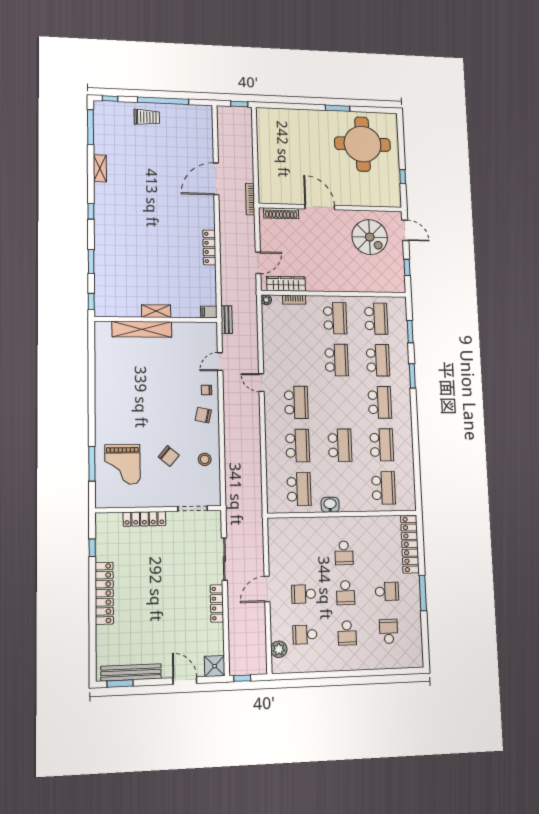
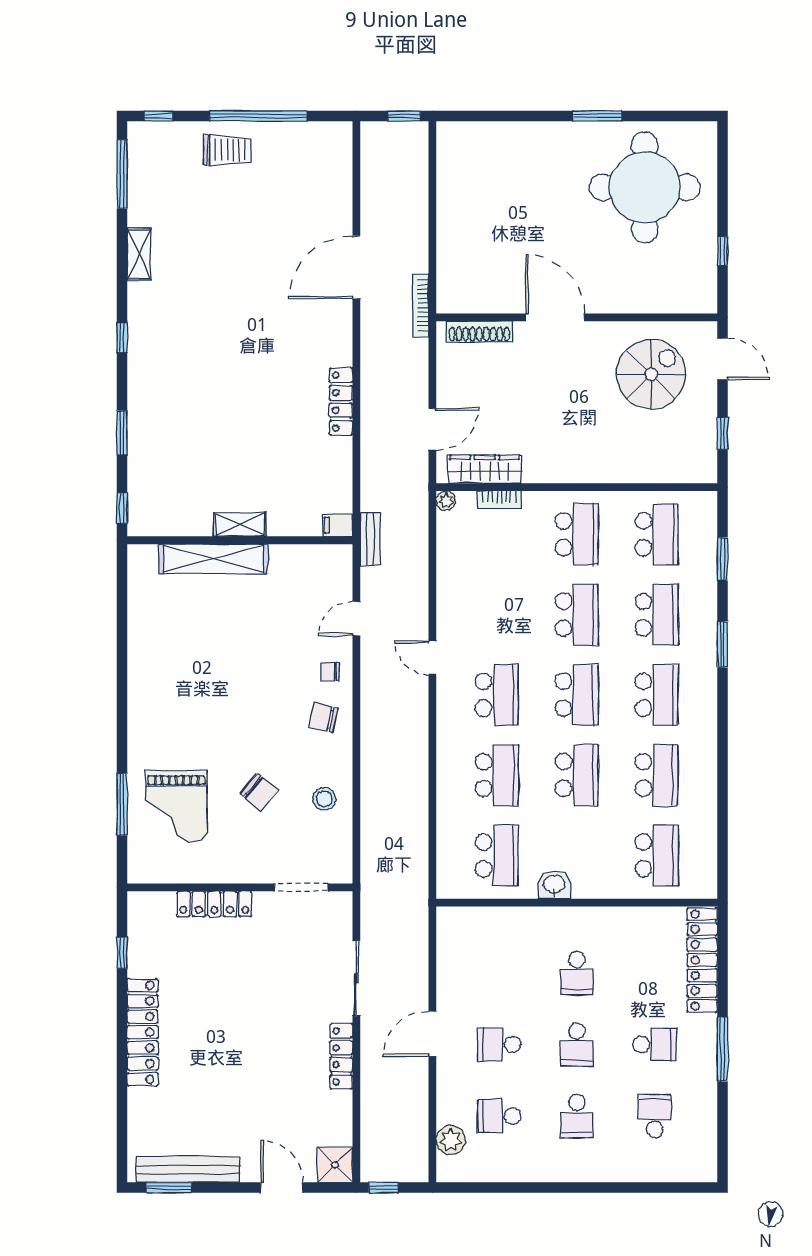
spiral stairs: (370, 237) -> (651, 374), turned -90
school desk: (338, 402) -> (577, 695), added

